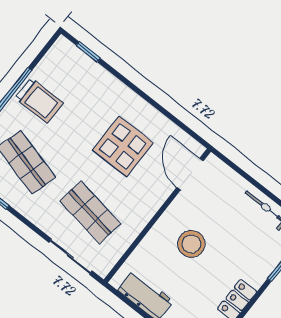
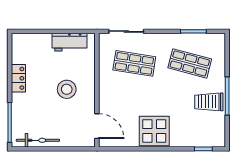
display table: (123, 146) -> (154, 131), moved

